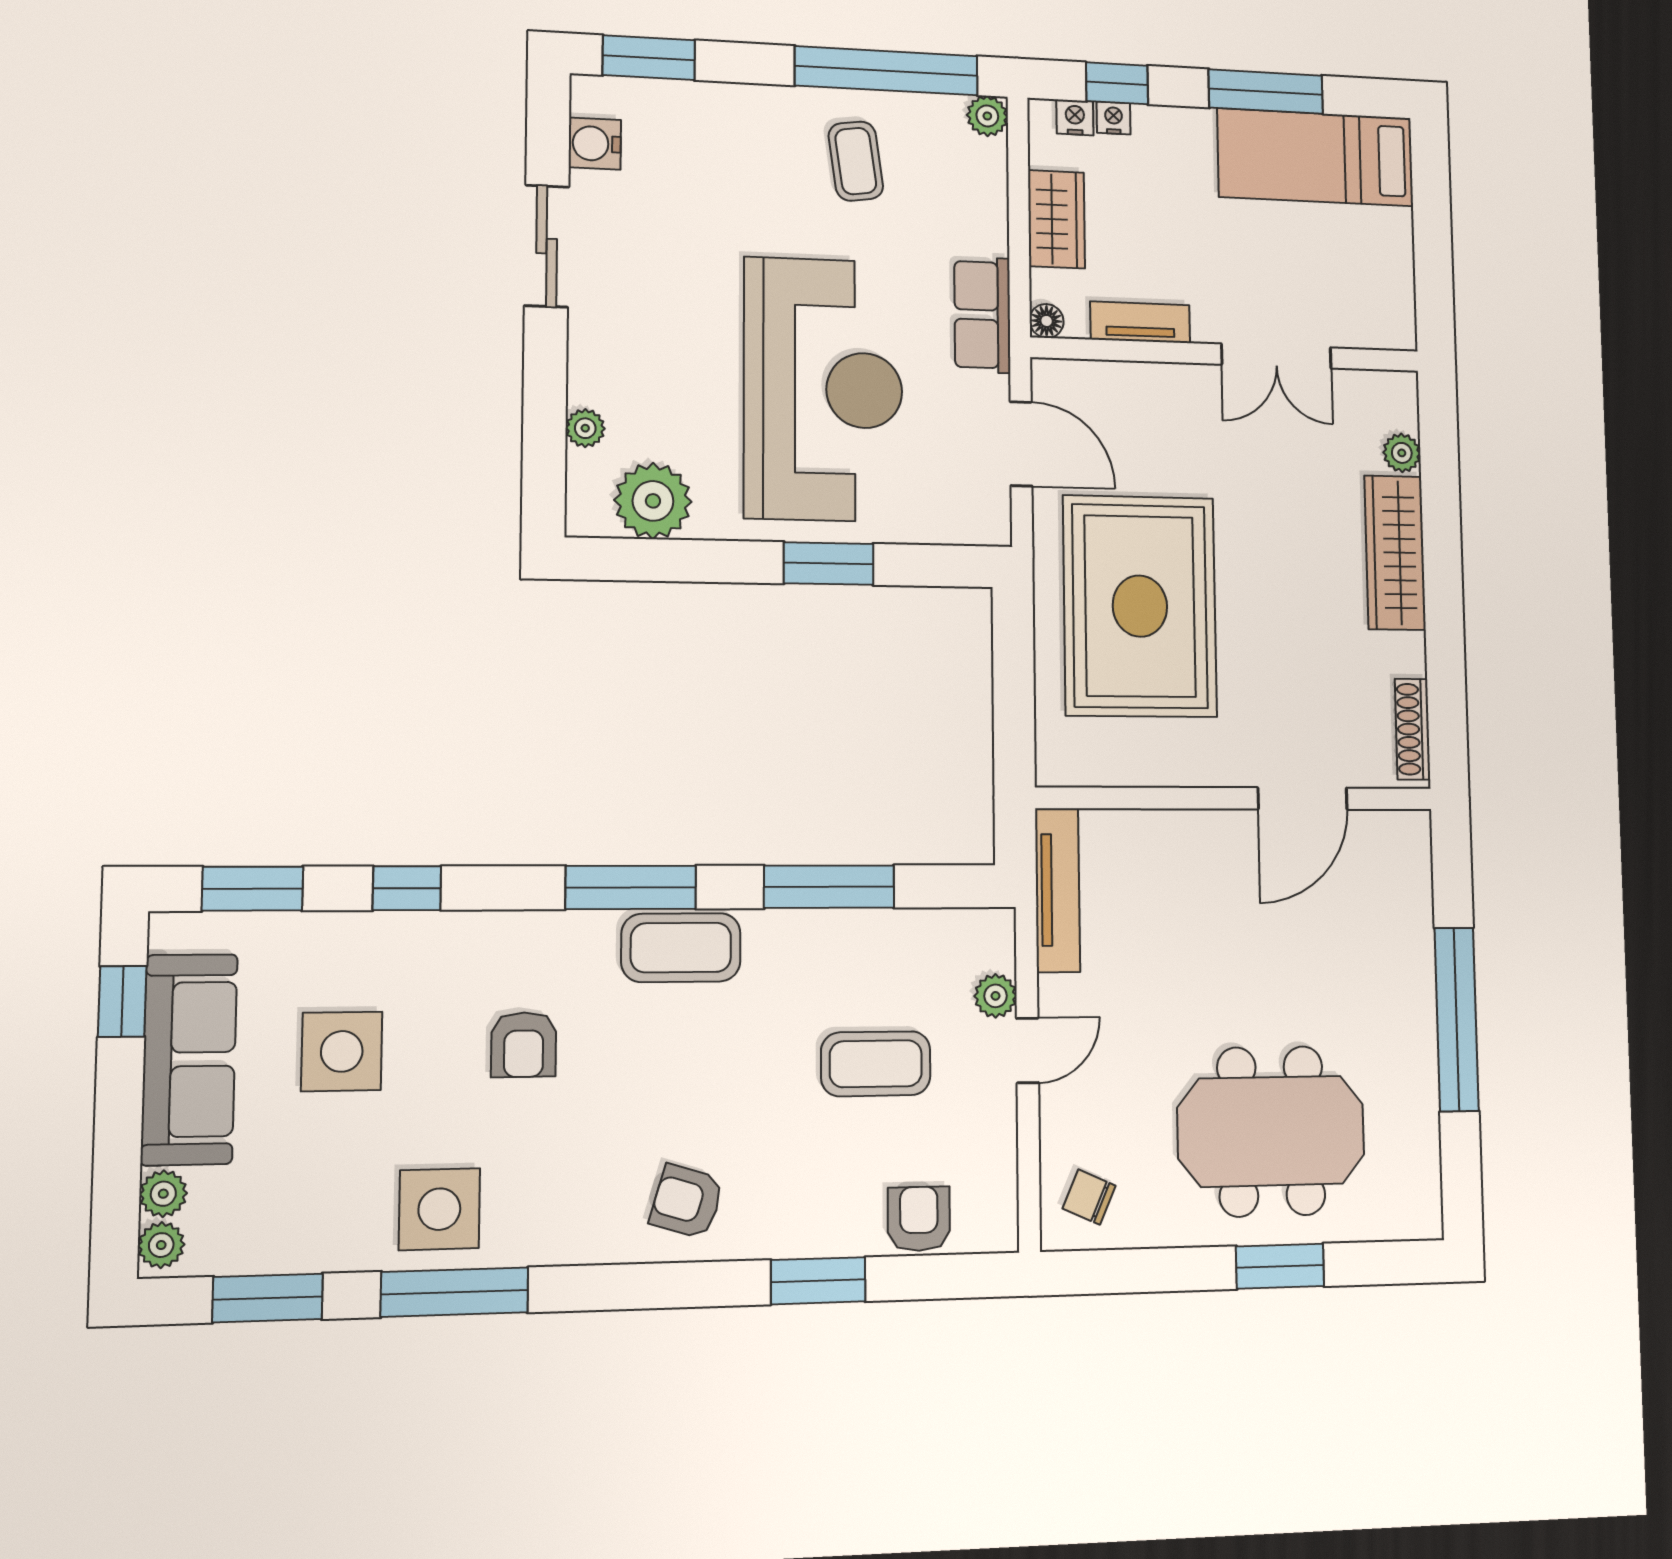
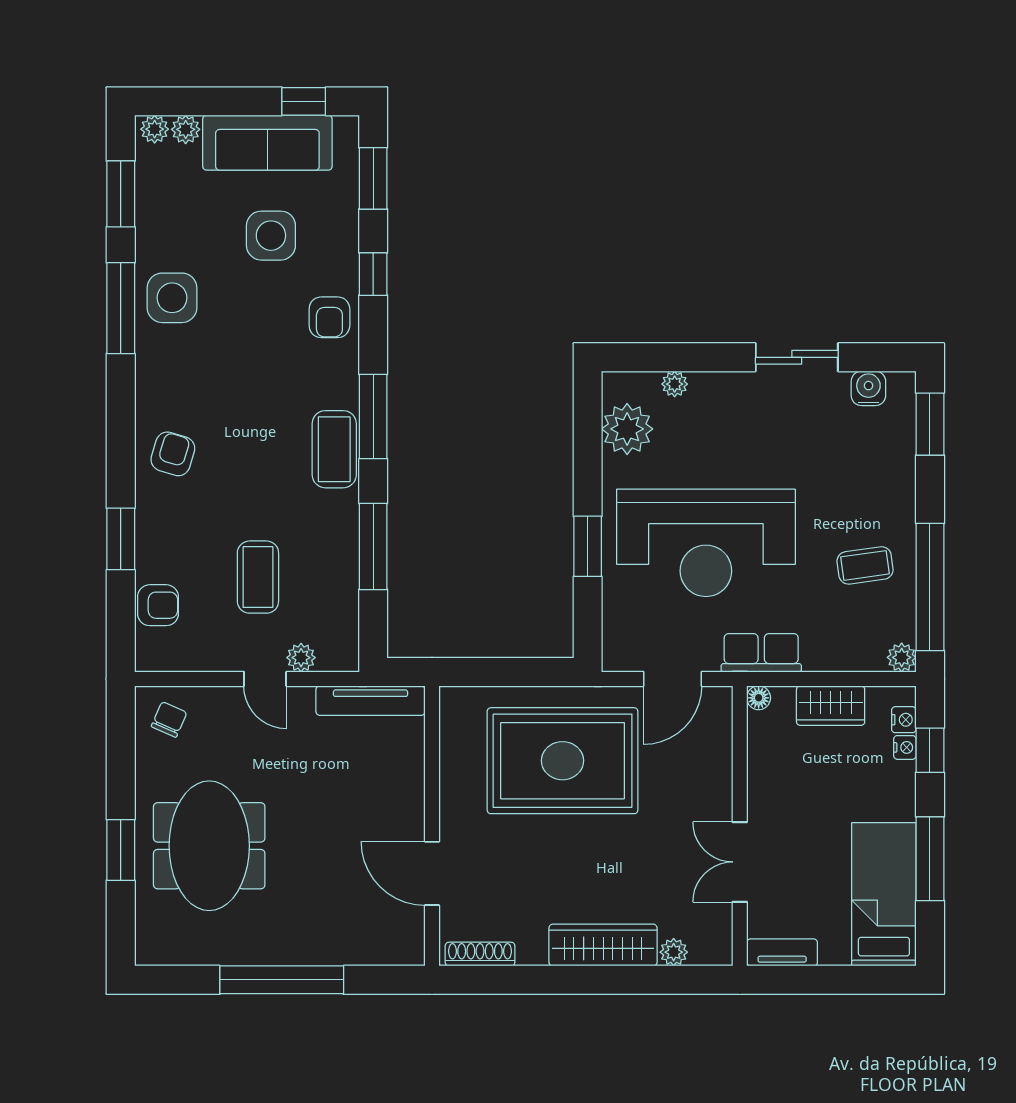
tv unit: (1140, 322) -> (782, 952), moved, turned -90
armchair: (524, 1045) -> (329, 317), moved, turned -90

